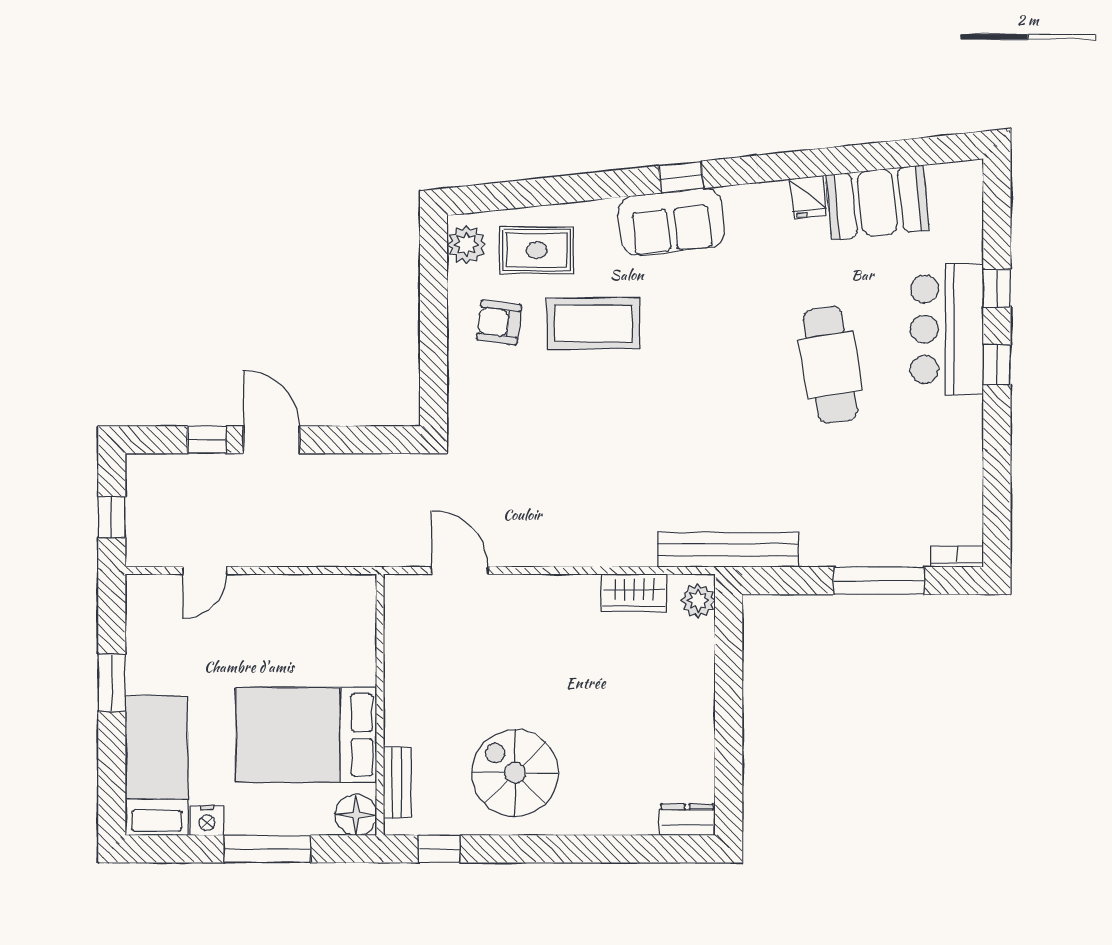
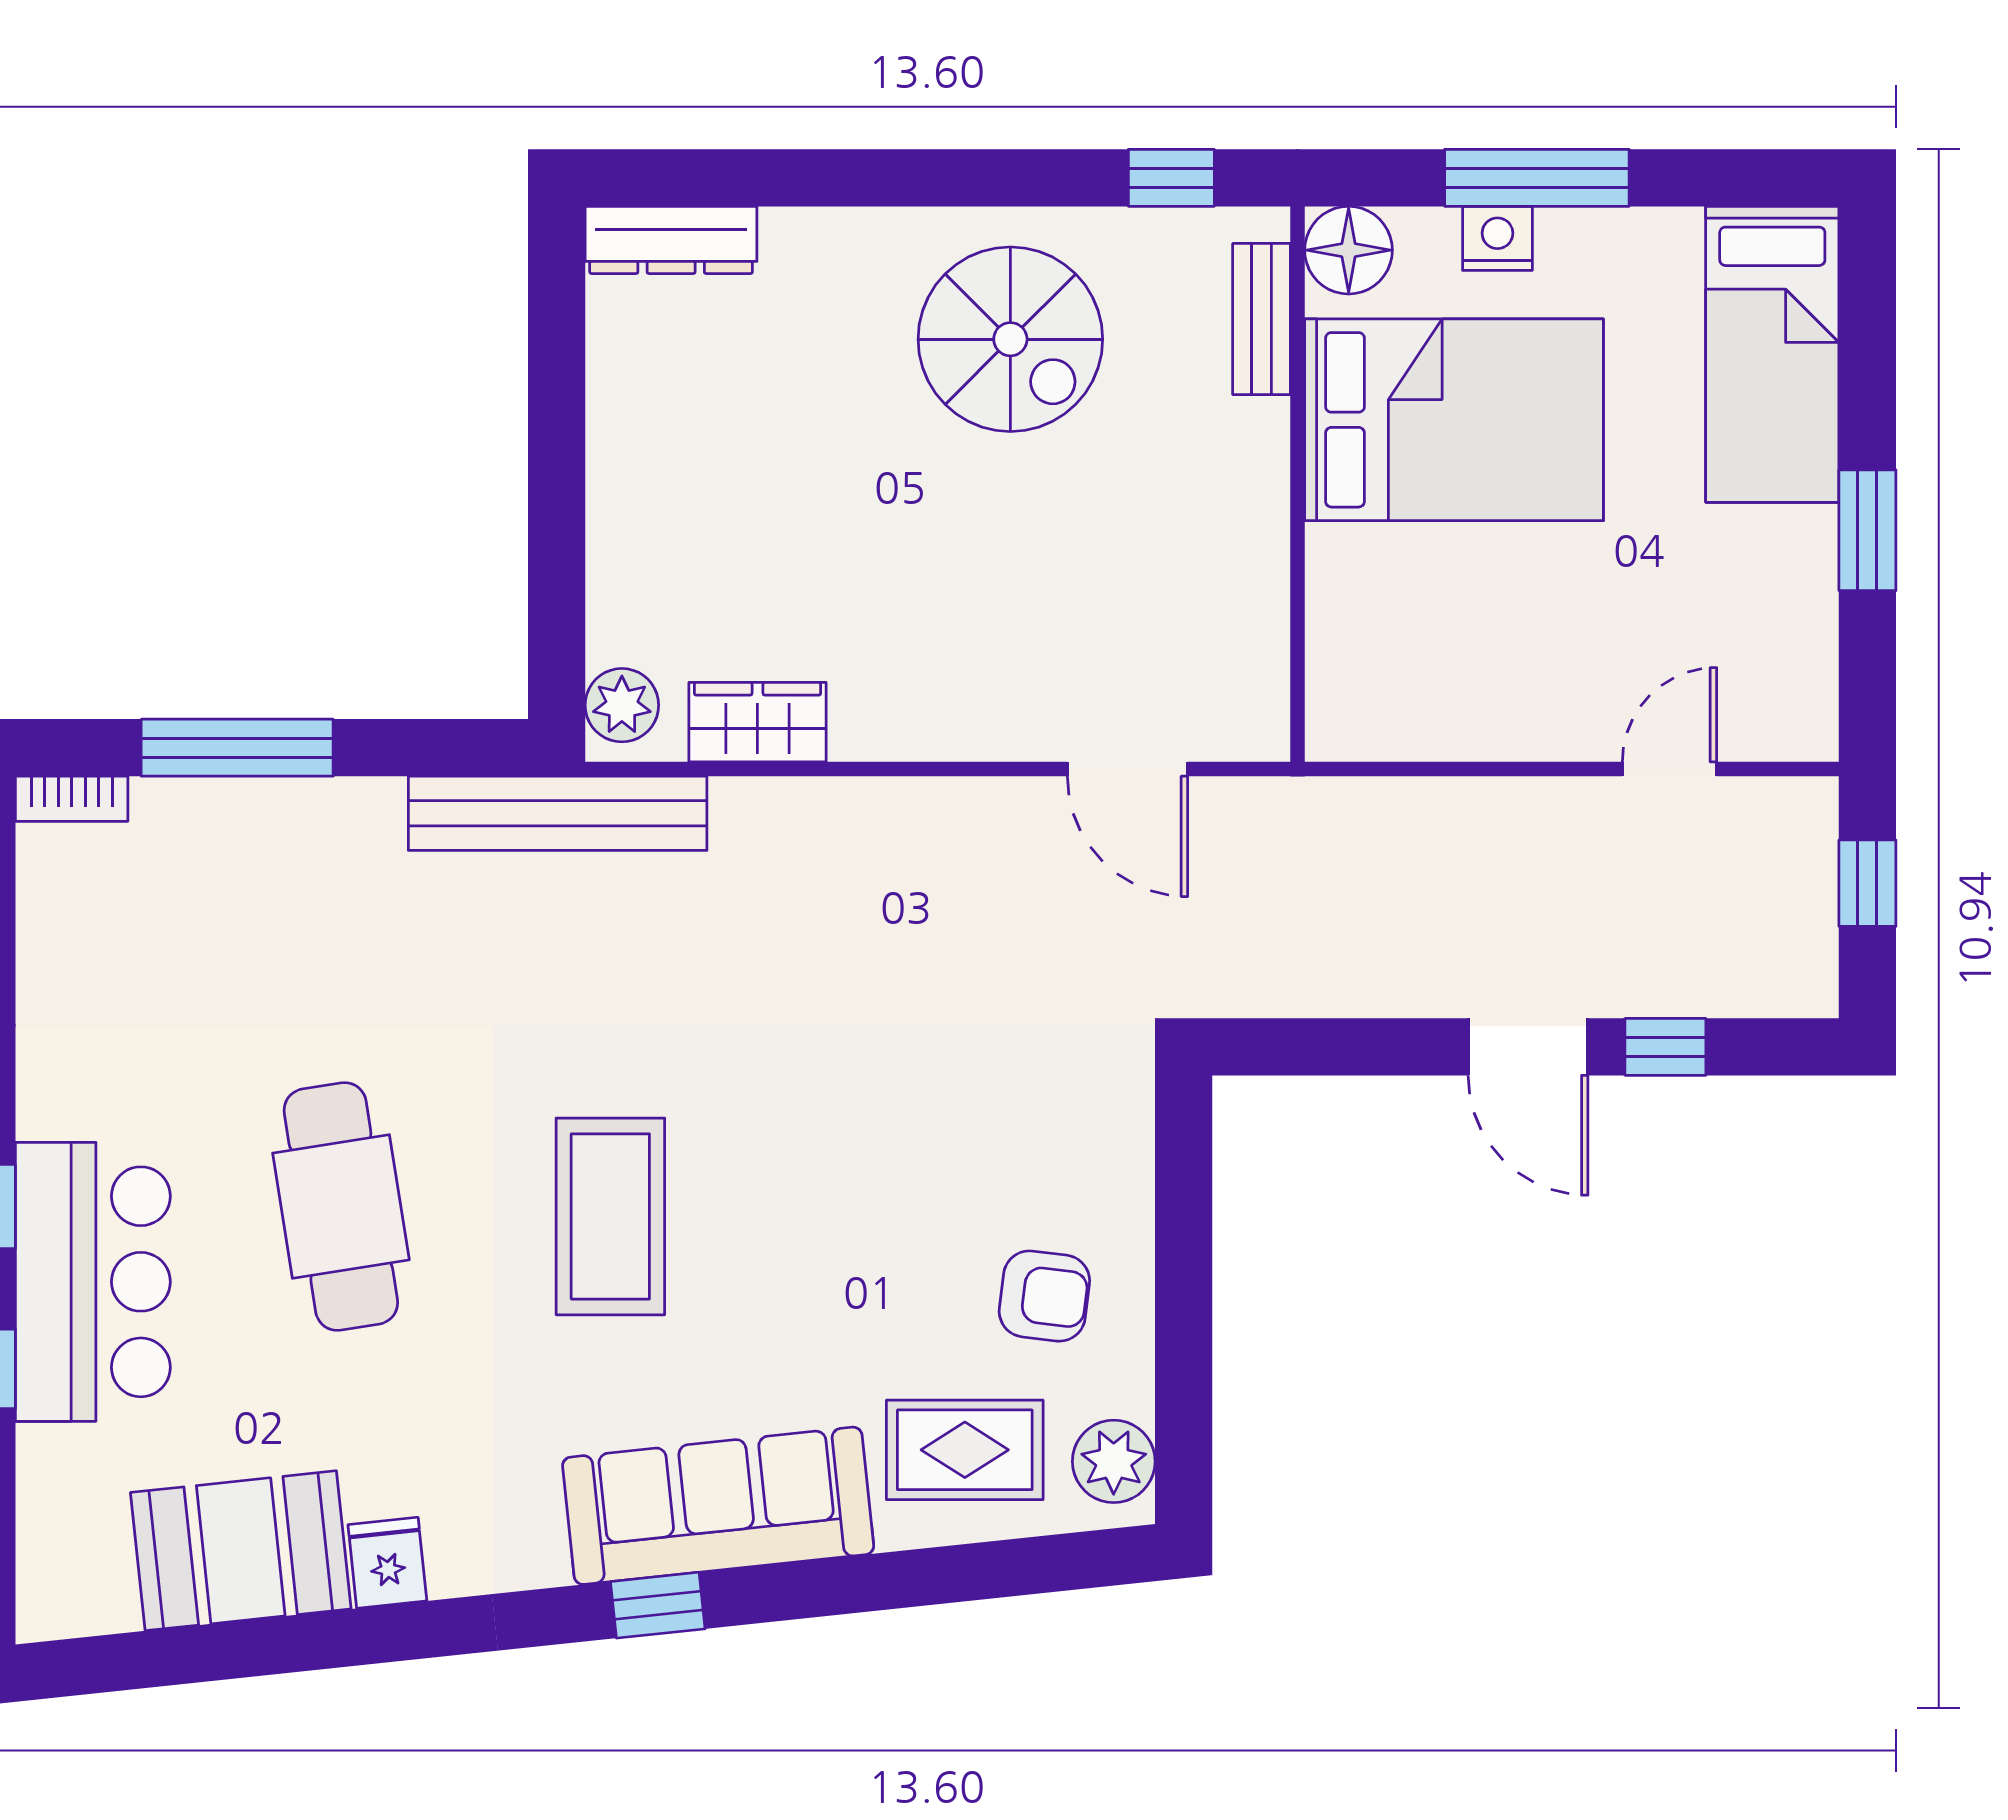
sofa: (671, 222) -> (718, 1506), width x1.36
coffee table: (593, 323) -> (610, 1216), moved, turned 90
nightstand: (207, 820) -> (1497, 238), moved
dresser: (687, 820) -> (671, 240), width x1.44

